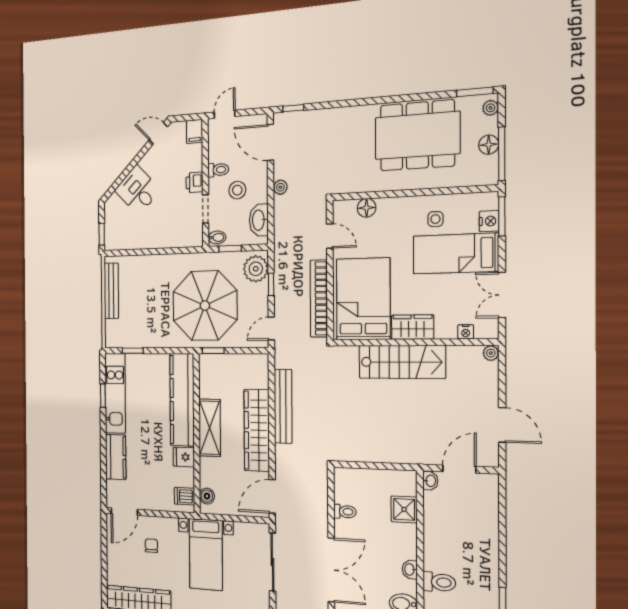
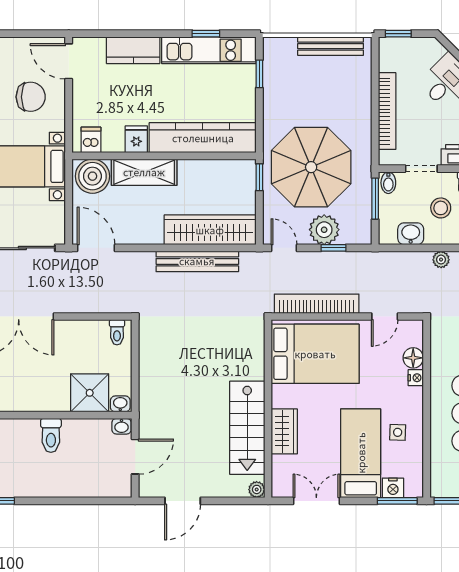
washbasin: (259, 220) -> (411, 234), width x0.72
bookcase: (160, 241) -> (387, 111), added
window: (230, 249) -> (375, 199), width x1.50
plant: (256, 269) -> (324, 230), moved
wardrobe: (413, 327) -> (284, 431), moved
nightstand: (466, 332) -> (416, 378), moved, turned 180
stairs: (402, 362) -> (247, 428), moved
shelving: (210, 428) -> (144, 172), moved
wardrobe: (257, 430) -> (210, 230), moved
door: (459, 469) -> (135, 457), hinge flipped
boiler: (207, 496) -> (92, 176), width x1.86, depth x1.86
shower: (404, 509) -> (90, 393), width x1.36, depth x1.36
toilet: (345, 512) -> (117, 332), moved
chair: (151, 546) -> (31, 97), width x1.87, depth x1.87
washbasin: (410, 569) -> (120, 404), moved
toilet: (439, 582) -> (51, 435), moved

